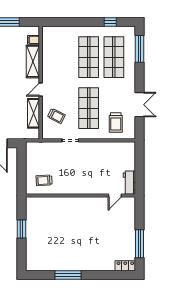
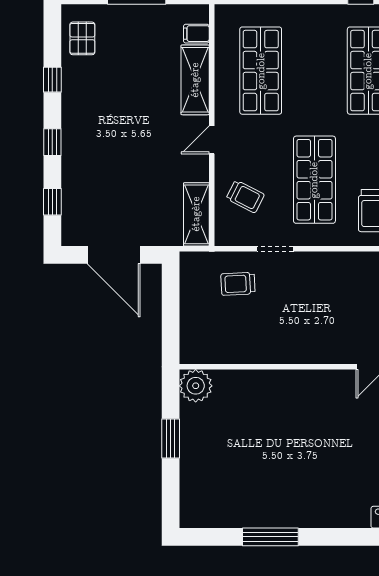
shop shelf: (89, 57) -> (261, 71), moved
shelving: (34, 113) -> (196, 214), moved
trolley: (44, 180) -> (238, 284), moved
plant: (33, 204) -> (196, 386), added

